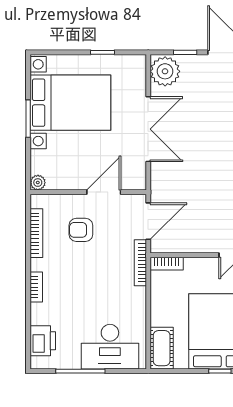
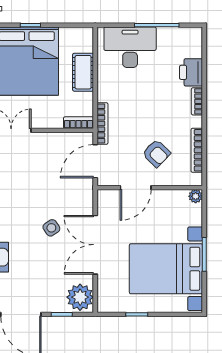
side table: (197, 148) -> (51, 228), added
armchair: (81, 230) -> (156, 153), turned 44
printer: (43, 341) -> (191, 72), moved
cot: (162, 348) -> (83, 72), moved

